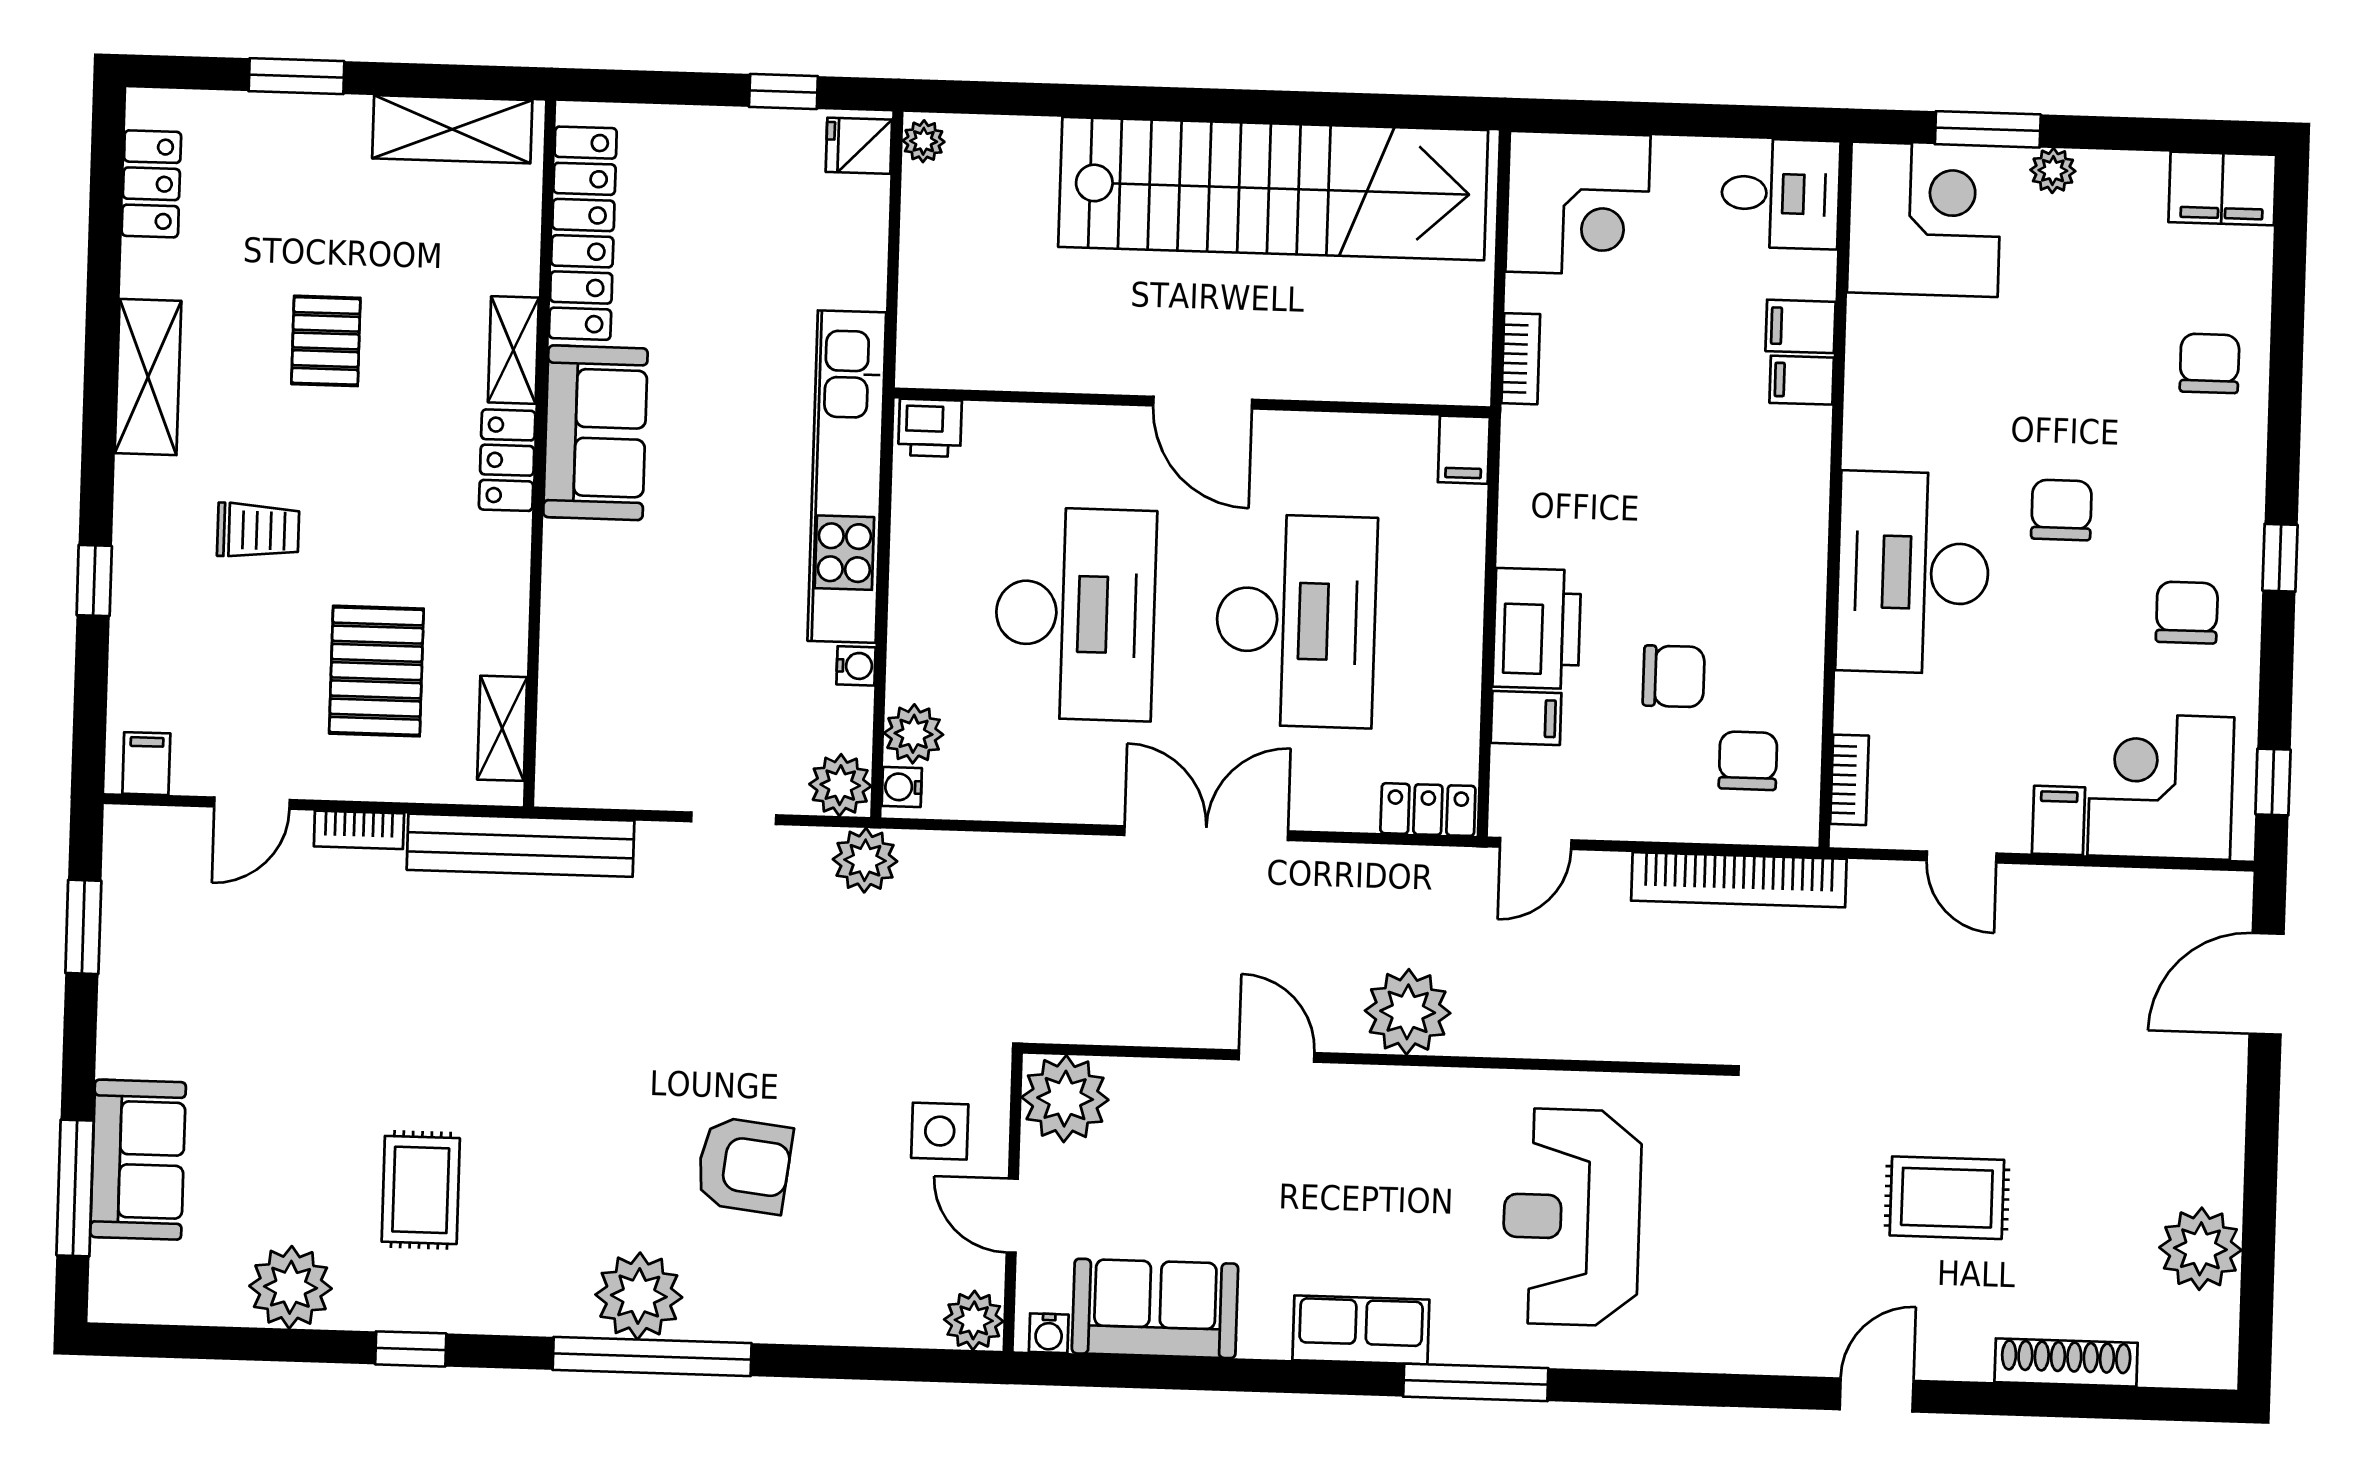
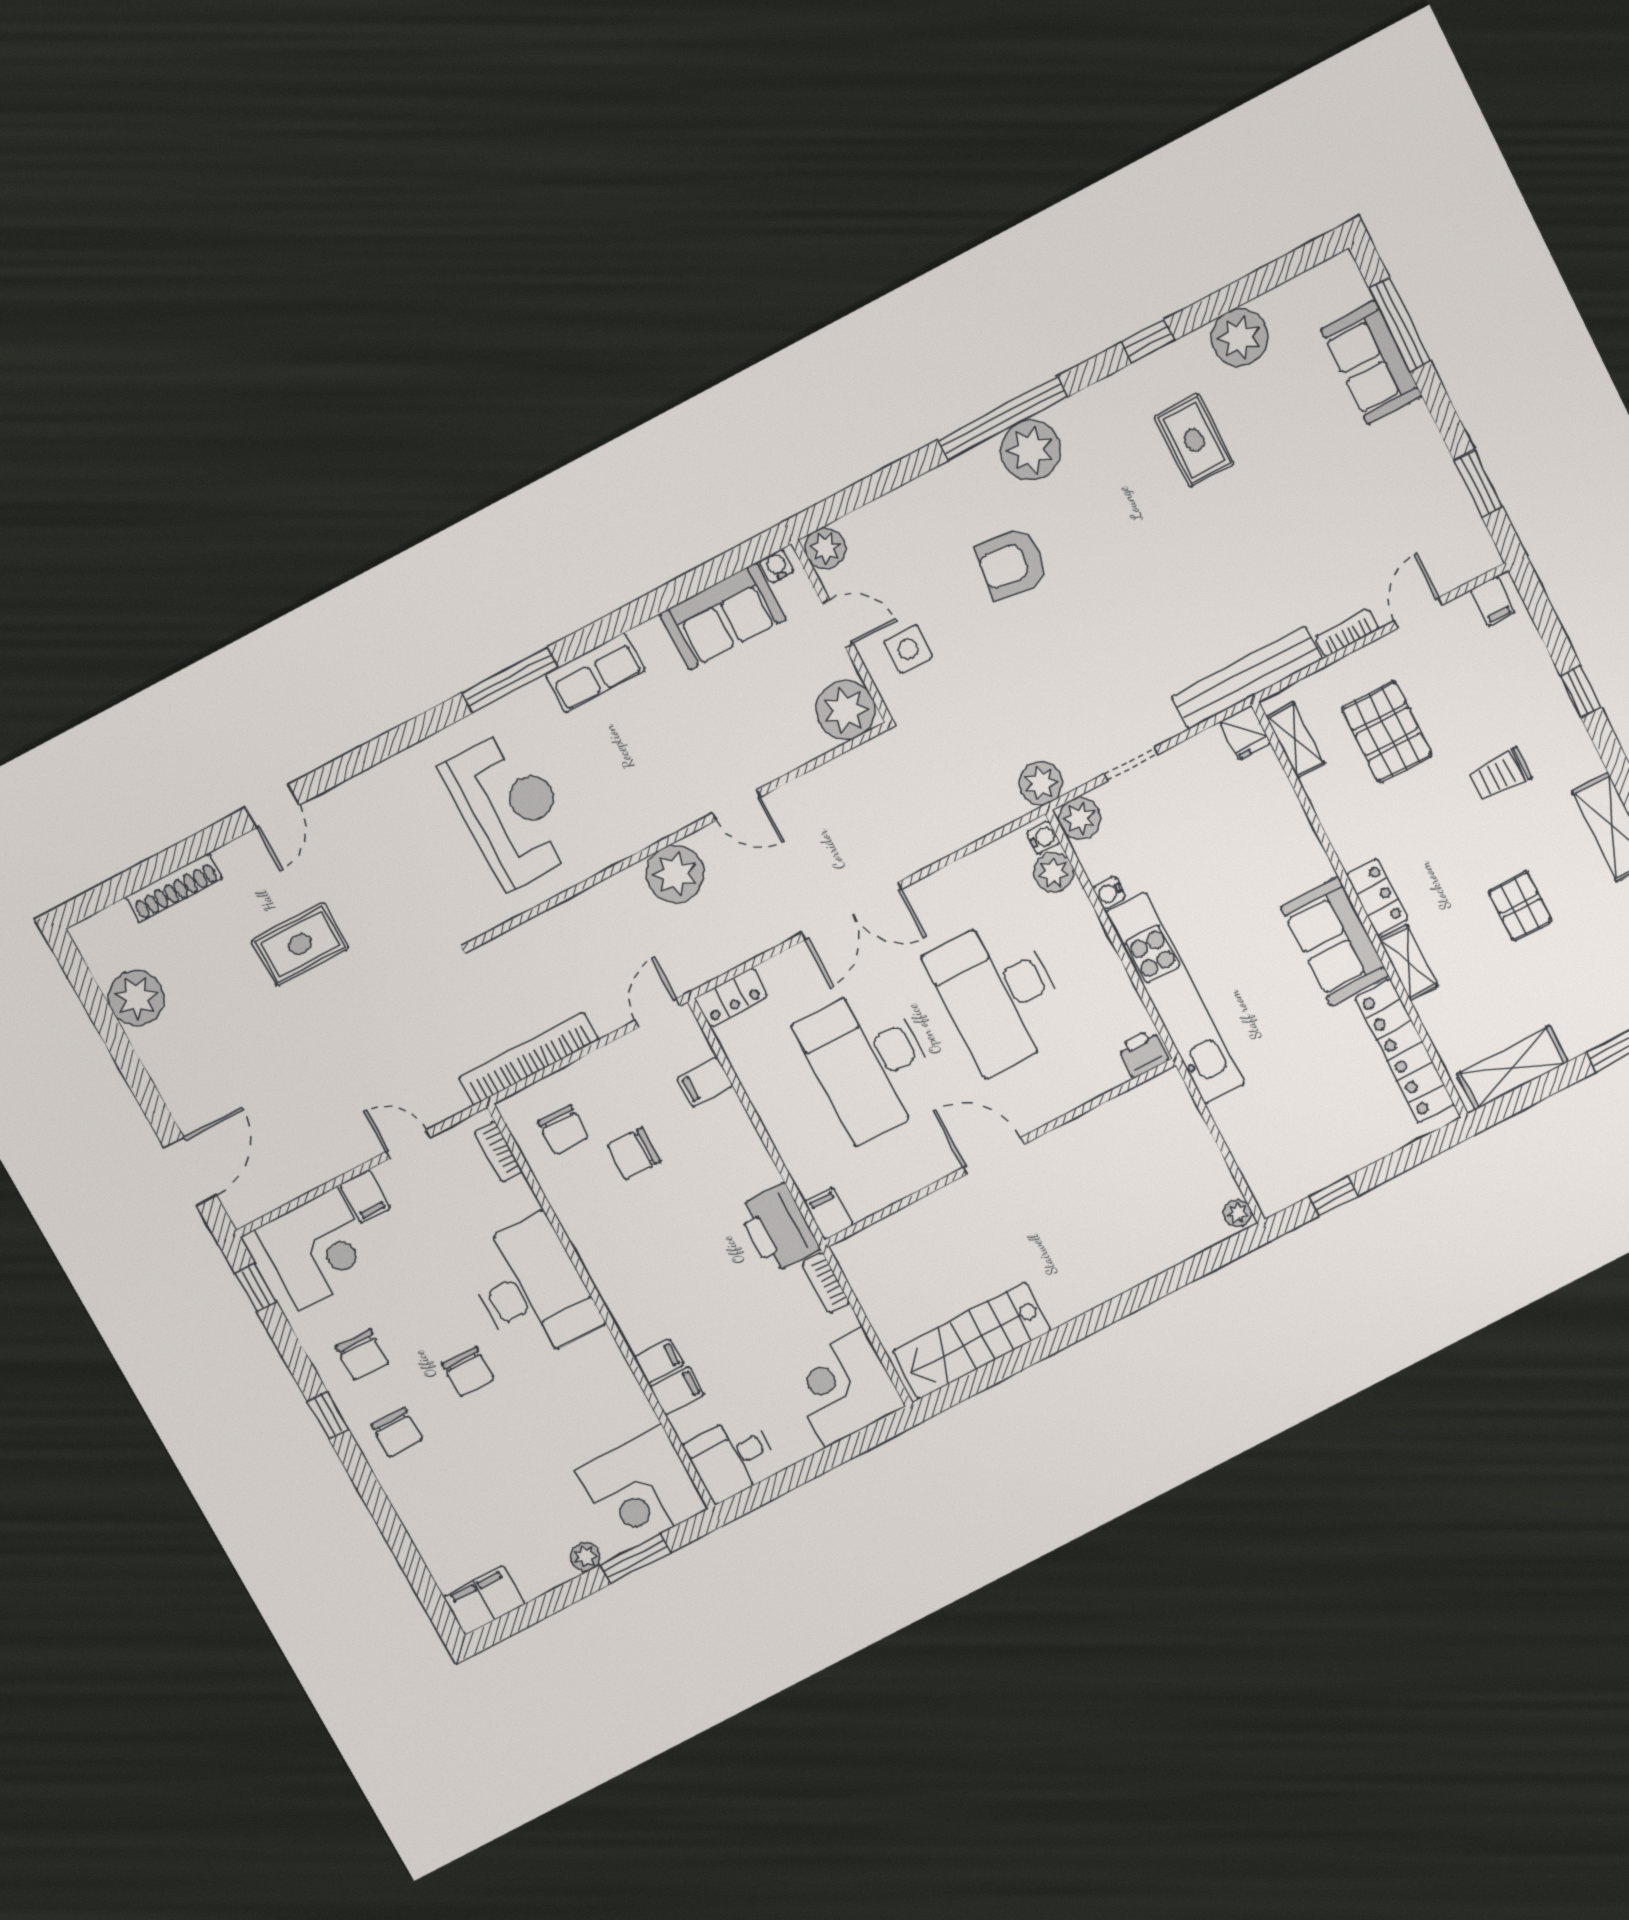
fridge: (859, 146) -> (1245, 733), moved, turned 90
stairs: (1273, 189) -> (972, 1341), width x0.54, depth x0.66
chair: (2210, 363) -> (397, 1432), moved
printer: (1537, 628) -> (778, 1228), moved

